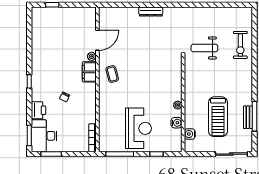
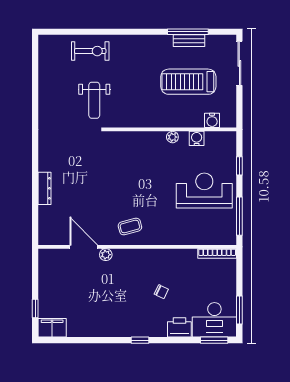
dresser: (151, 12) -> (44, 188), moved
filing cabinet: (89, 72) -> (52, 328), moved, turned 180
treadmill: (218, 117) -> (188, 82), turned 180

